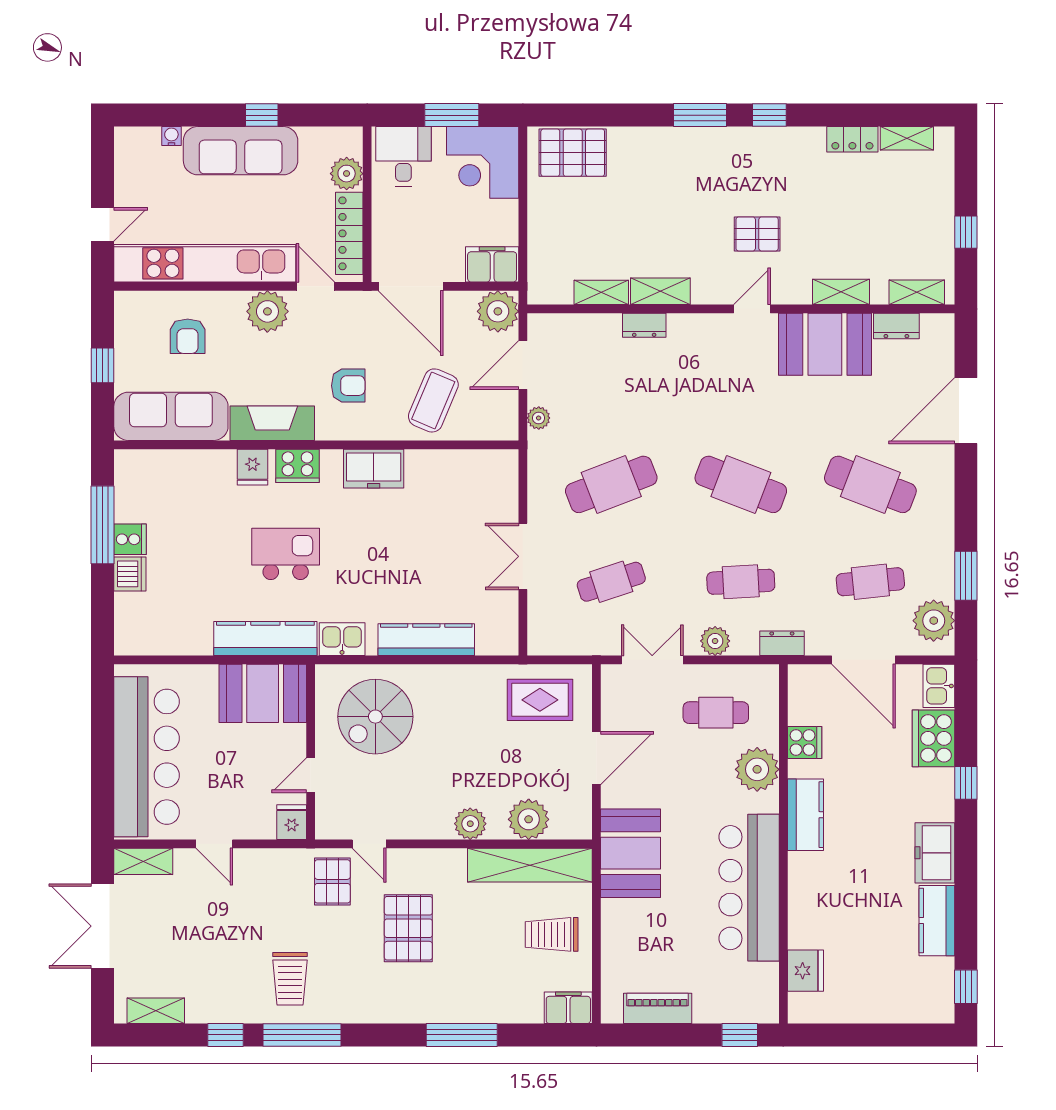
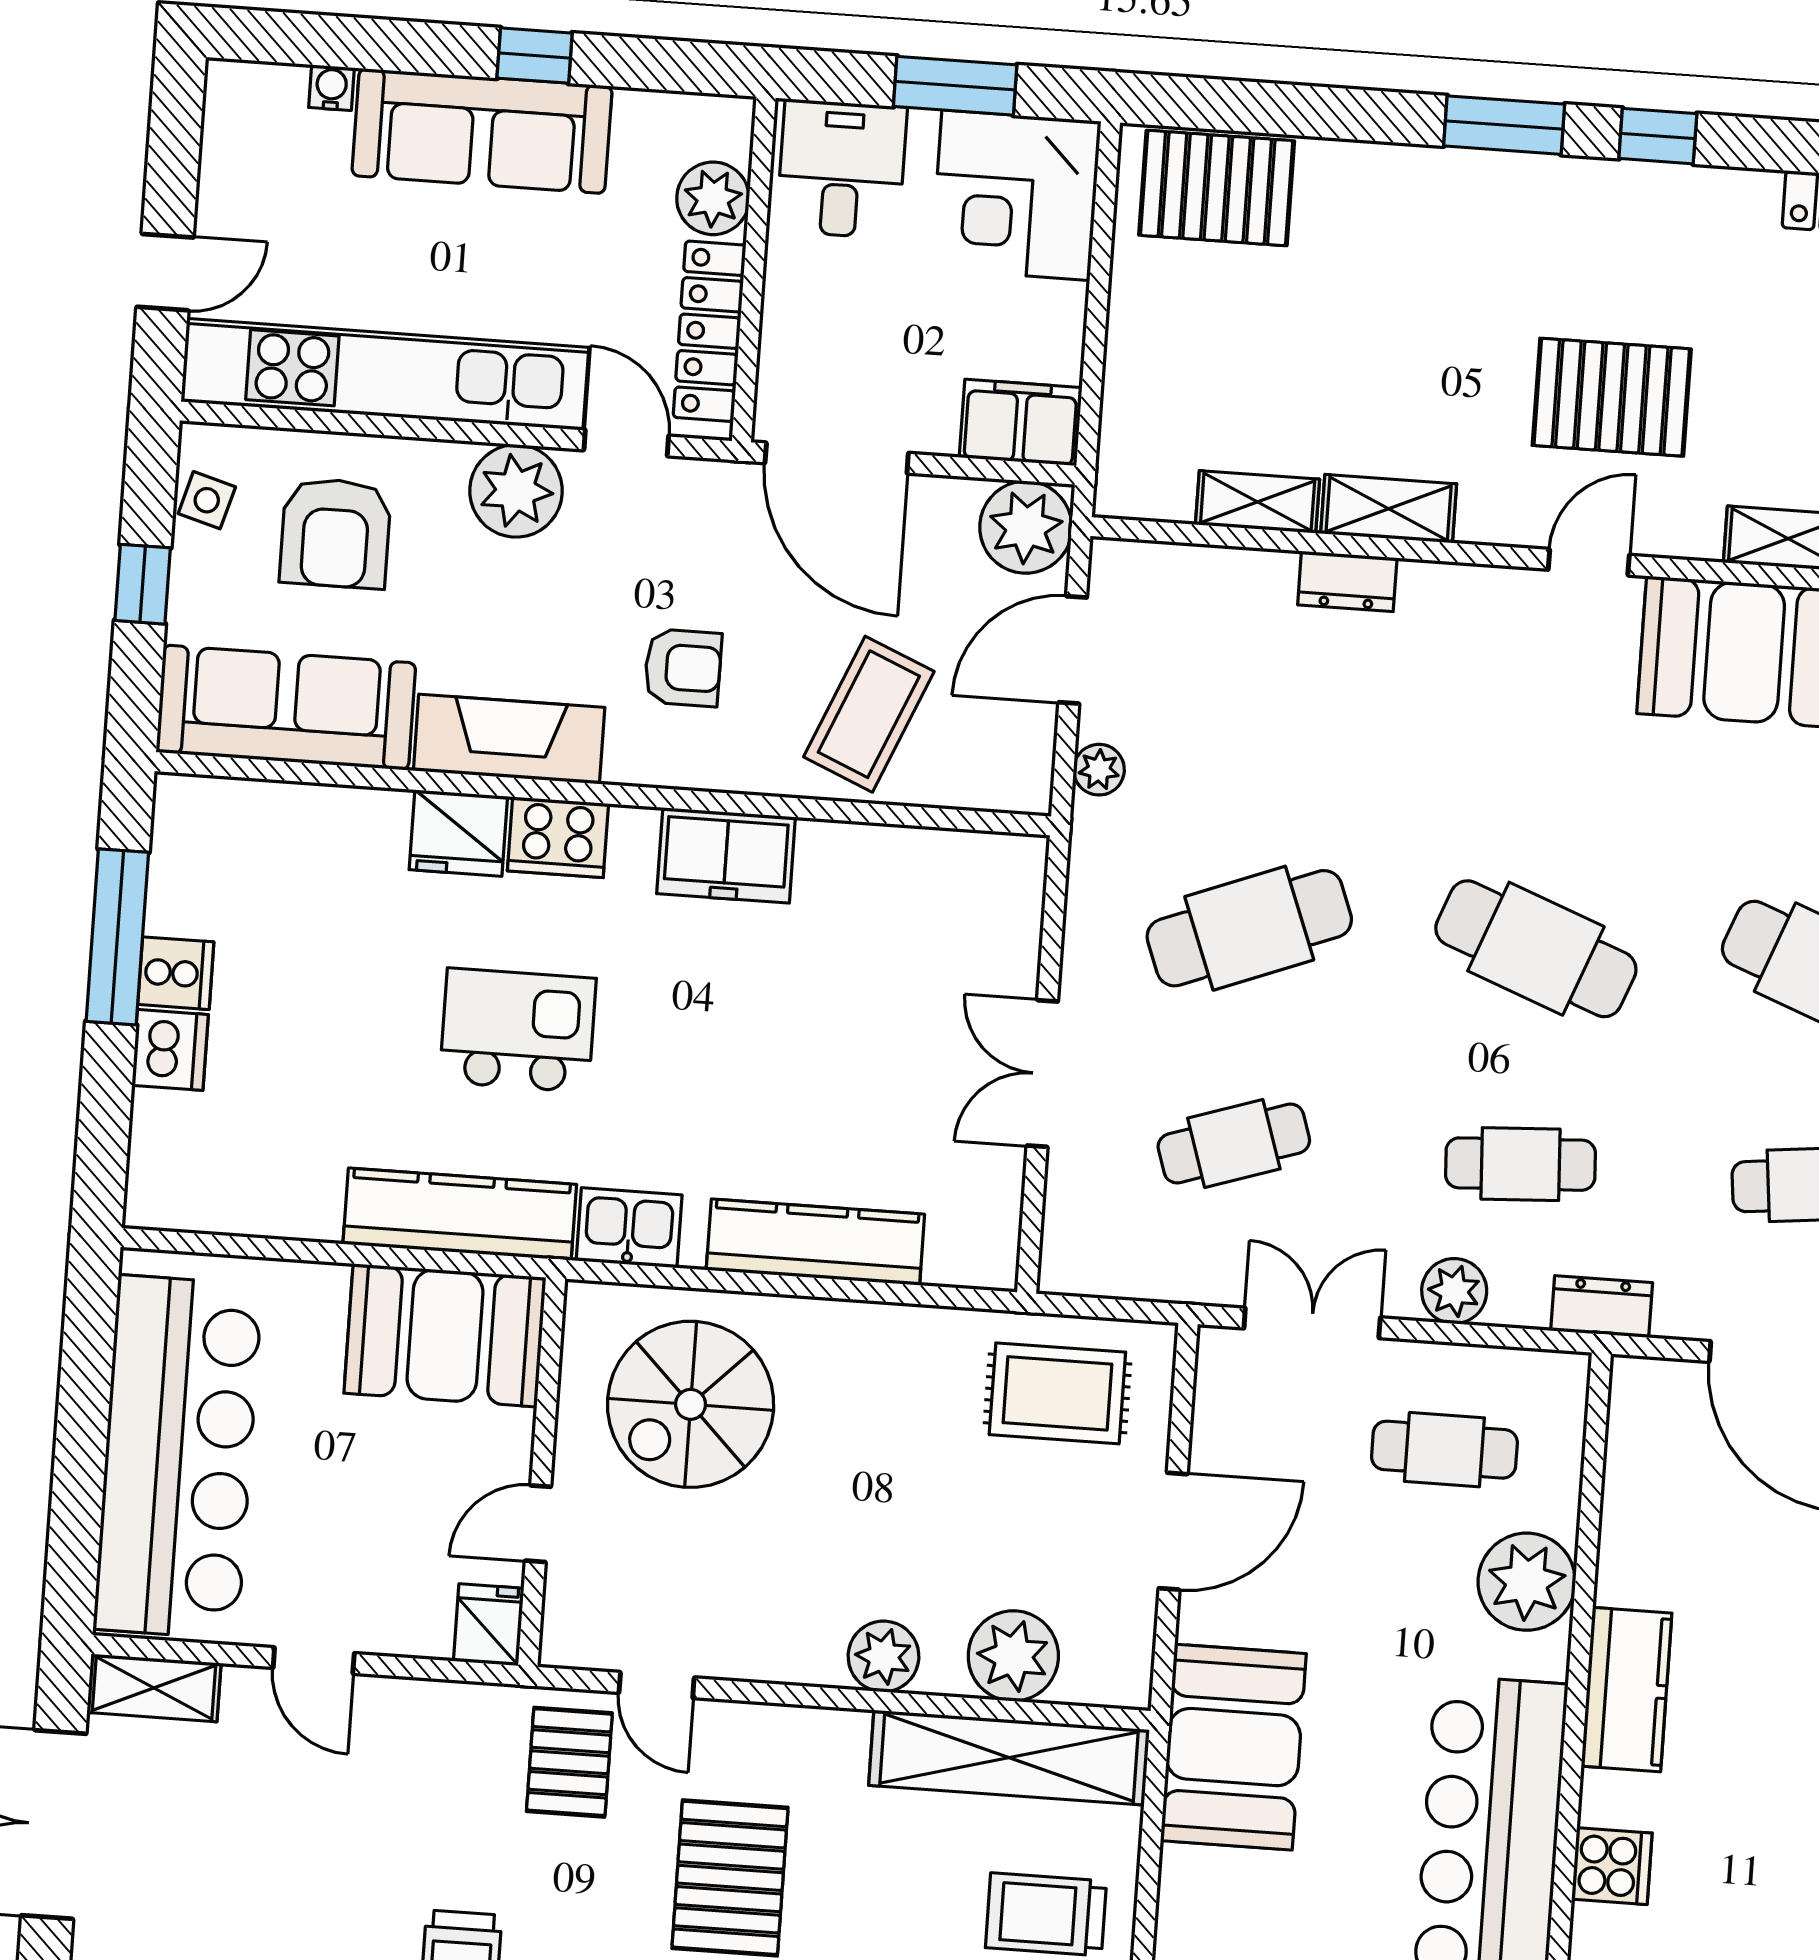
pallet: (757, 234) -> (1612, 397), width x1.50, depth x1.42
side table: (129, 326) -> (207, 500), added
armchair: (188, 336) -> (335, 533), width x1.38, depth x1.38
fridge: (253, 467) -> (458, 833), width x1.38
cooker: (805, 742) -> (1612, 1866), moved

